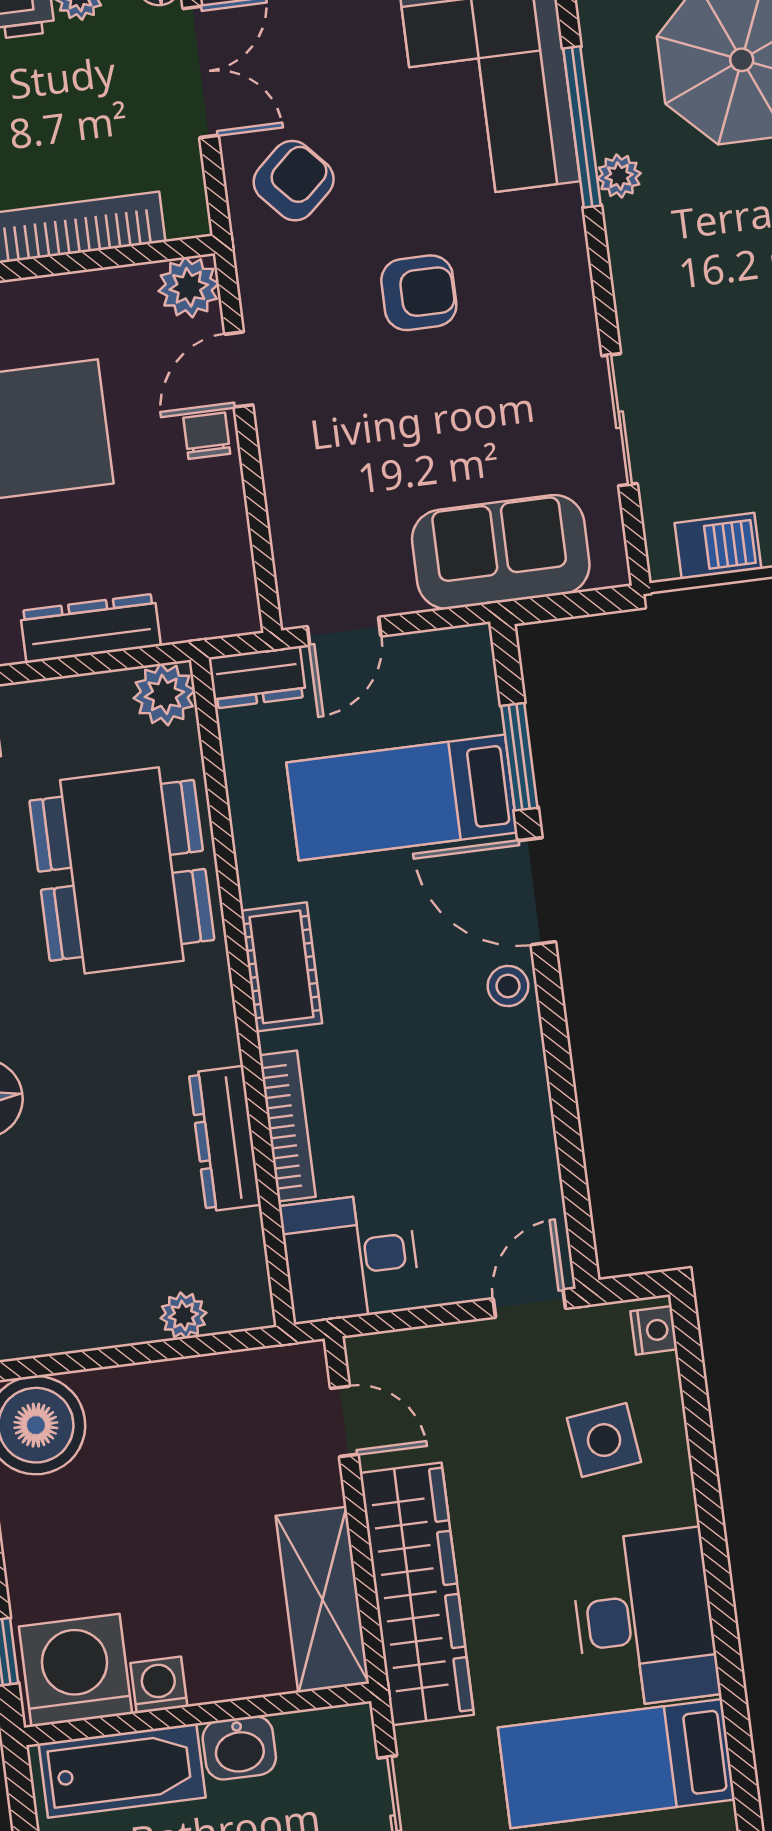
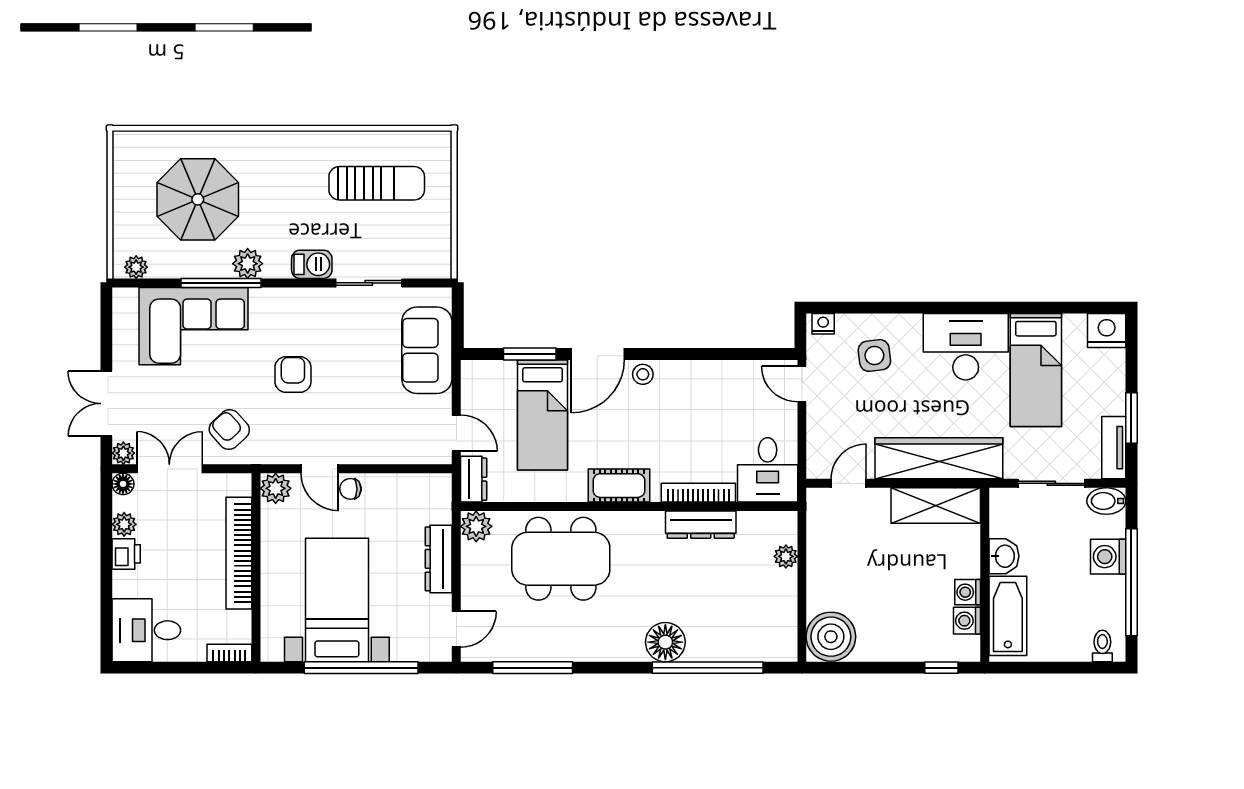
plant: (619, 176) -> (248, 264), width x1.38, depth x1.38
barbecue: (718, 546) -> (312, 264), moved, turned 90
washing machine: (76, 1670) -> (967, 621), width x0.53, depth x0.53

